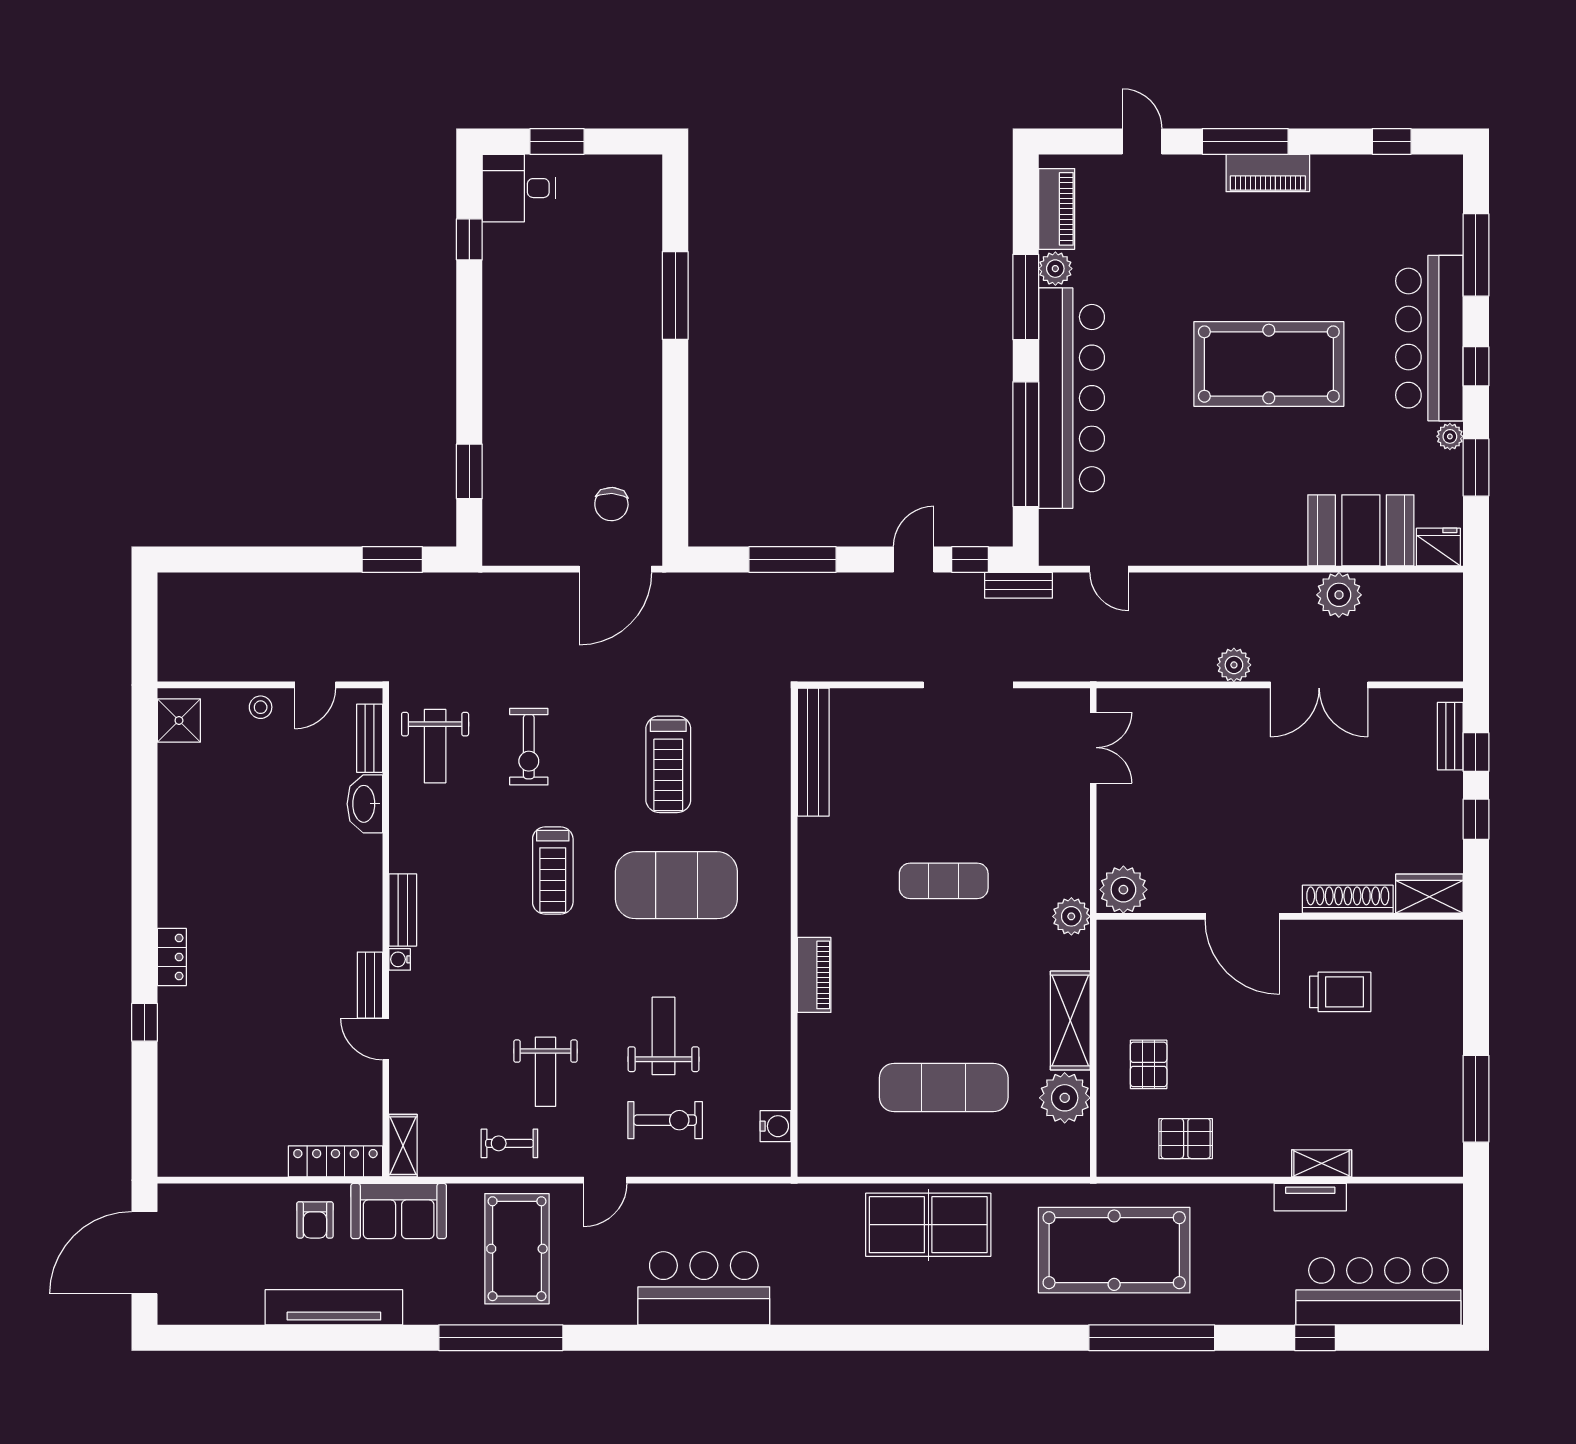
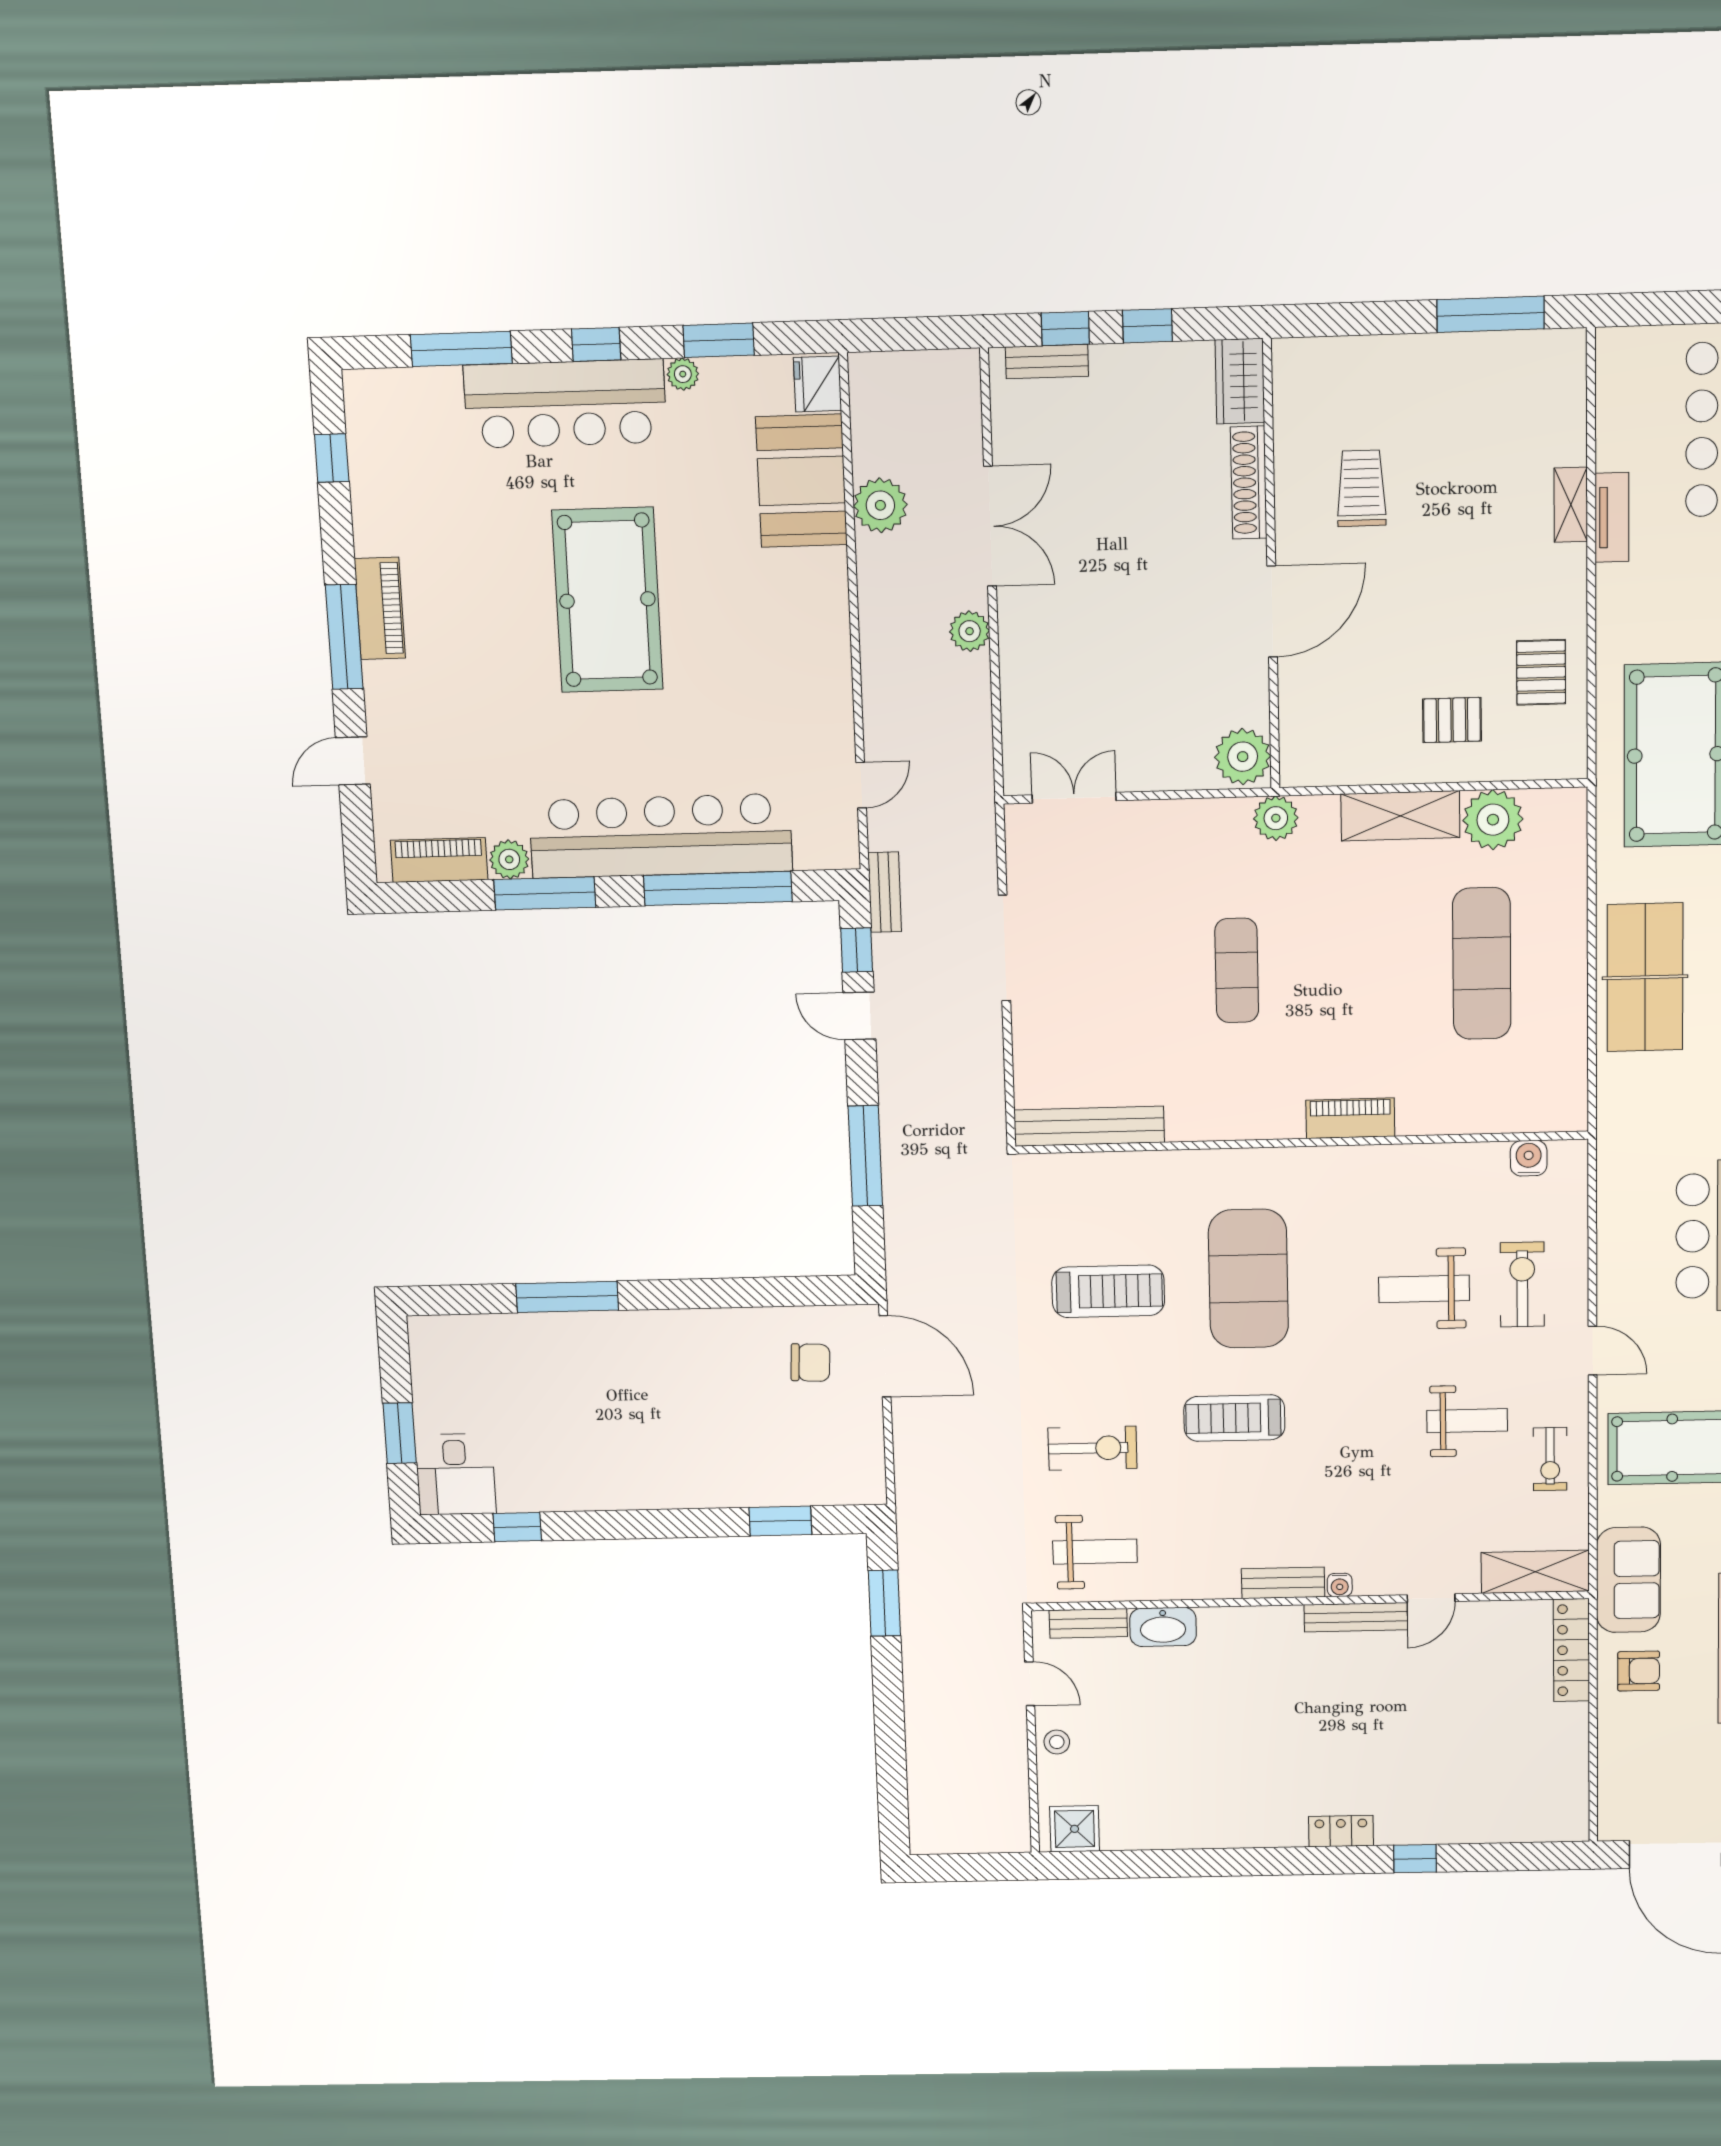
treadmill: (553, 870) -> (1234, 1418), turned 180
bench: (370, 985) -> (1356, 1617), width x1.36
shelving: (403, 1146) -> (1535, 1572), width x1.50, depth x1.33

